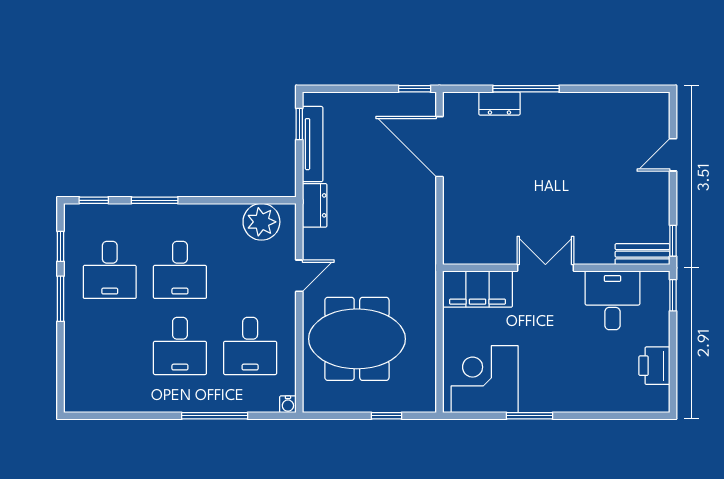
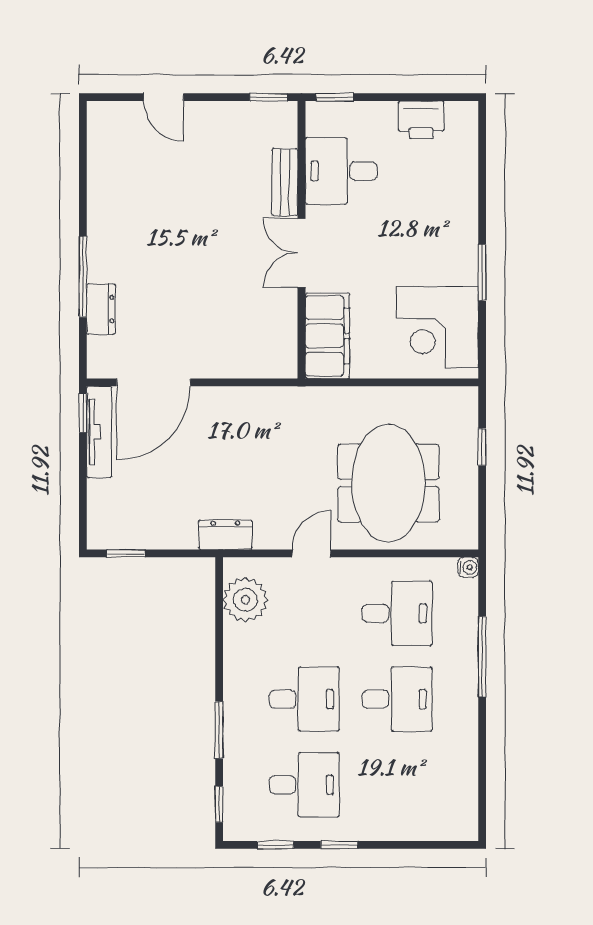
tv unit: (313, 144) -> (99, 432), moved, turned 90
bench: (642, 254) -> (285, 182), moved
door: (299, 276) -> (311, 553), hinge flipped
window: (61, 299) -> (339, 845), width x0.67

